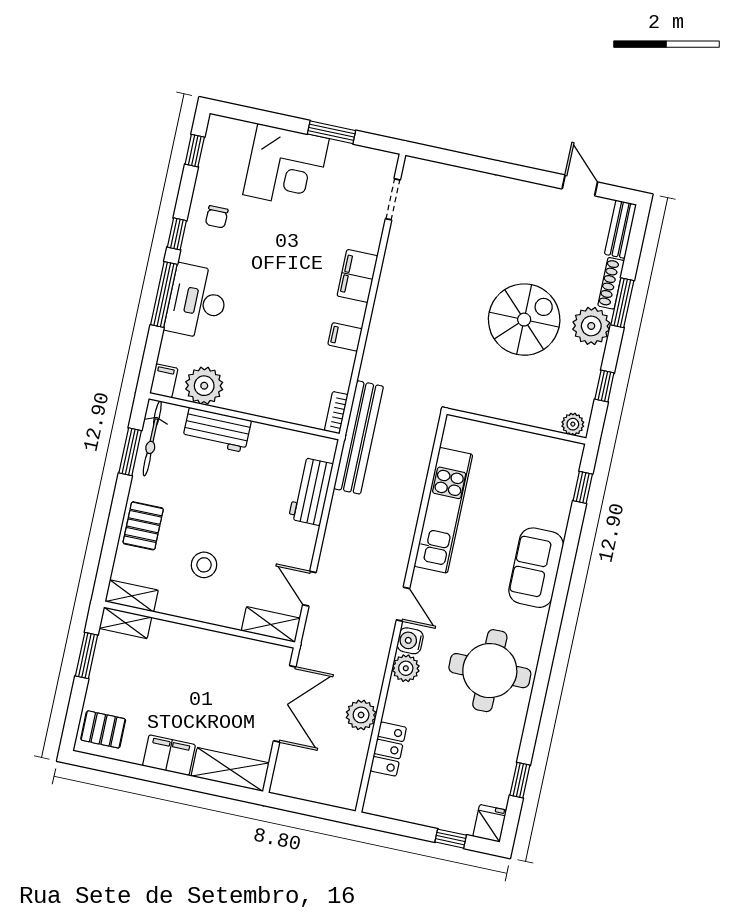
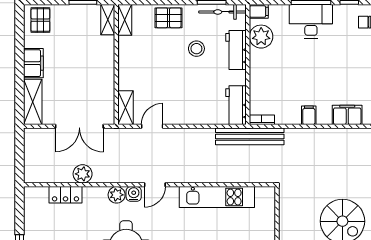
workbench: (311, 491) -> (236, 105), moved, turned -90
stool: (204, 565) -> (196, 49), moved

